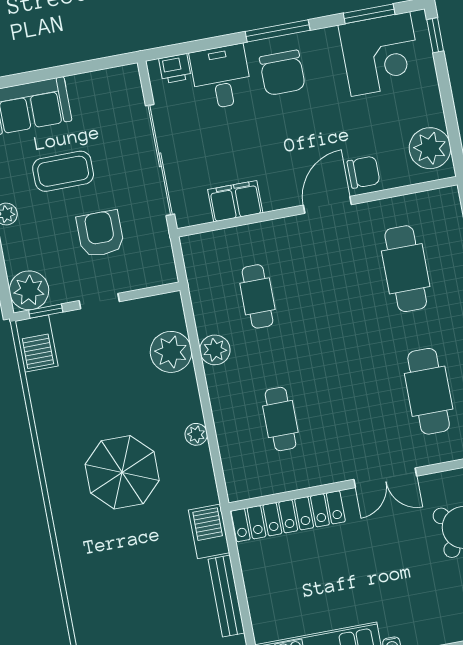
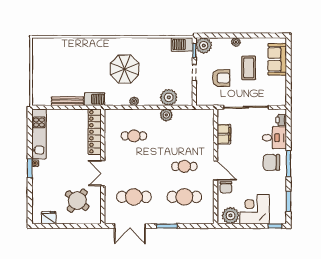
corner desk: (381, 54) -> (254, 209), moved, turned 90
cafe table: (257, 296) -> (184, 166), moved

